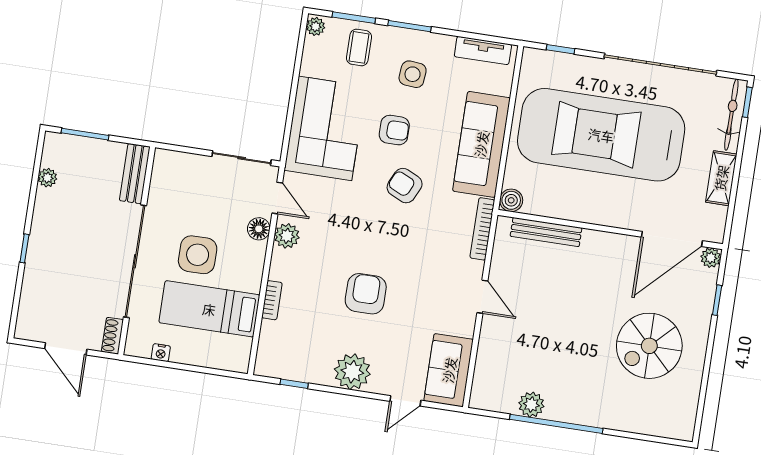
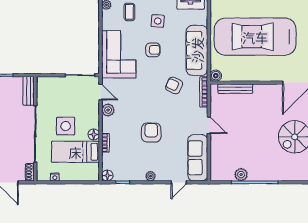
armchair: (405, 186) -> (174, 85), moved
floor lamp: (259, 229) -> (94, 134), moved
floor lamp: (265, 366) -> (107, 176), added
sofa: (449, 370) -> (198, 158), width x1.36
plant: (352, 372) -> (151, 176), width x0.53, depth x0.53

